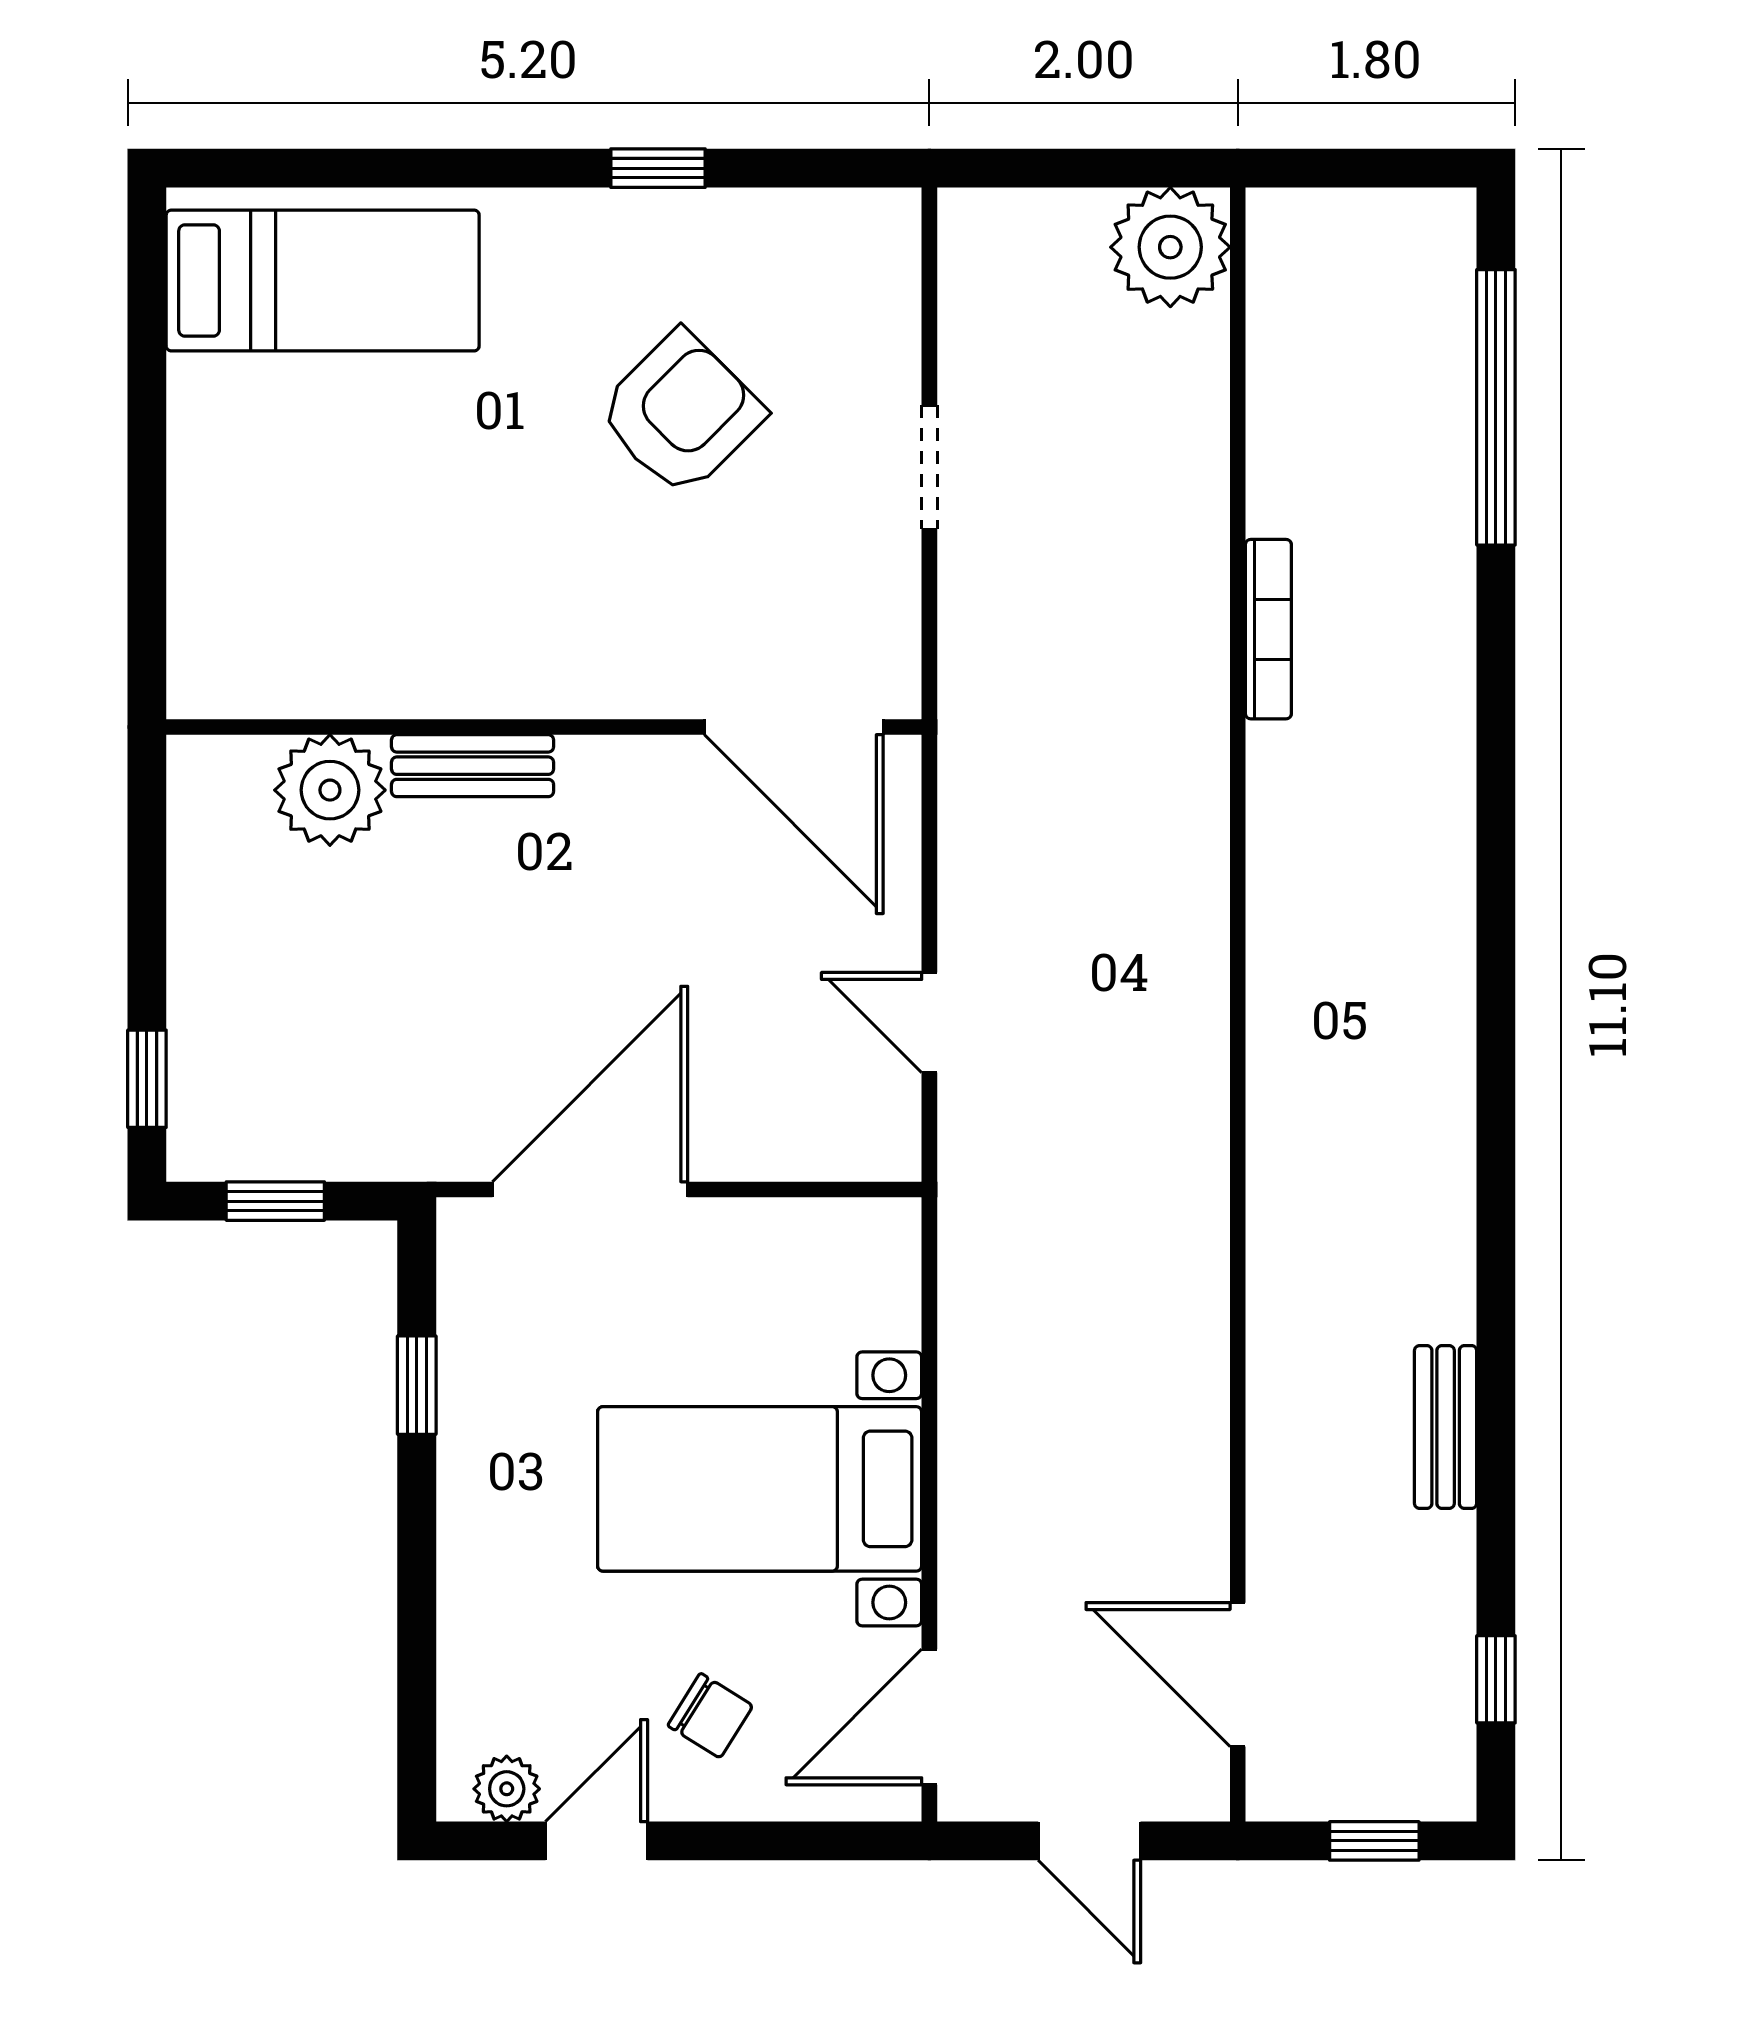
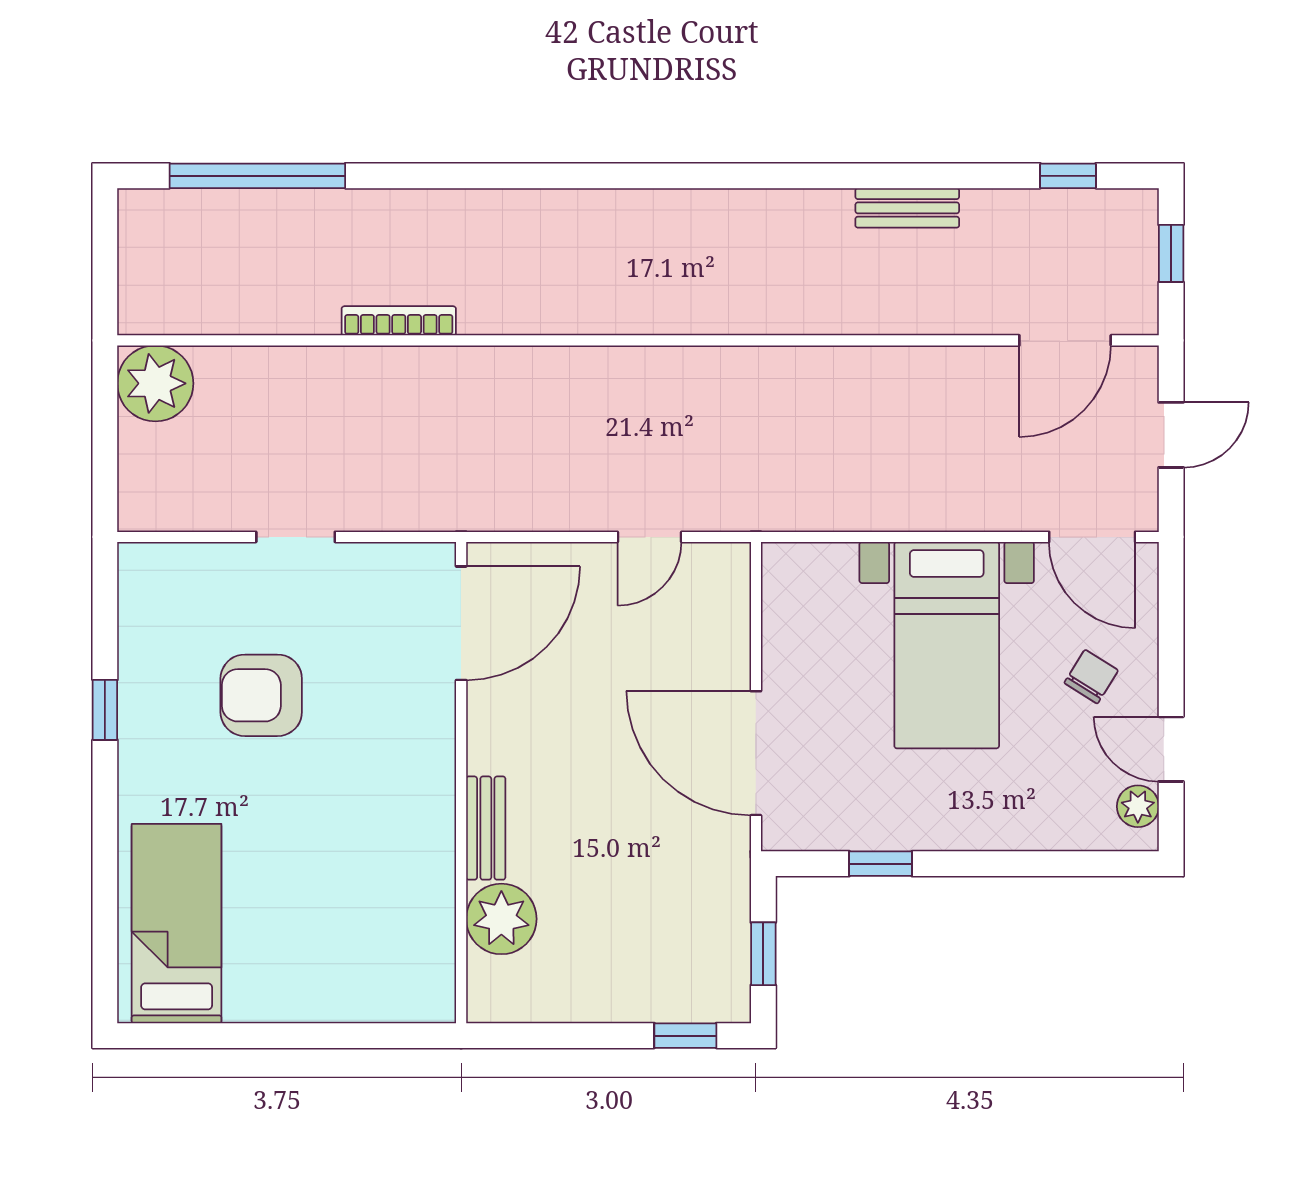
armchair: (681, 413) -> (261, 695), turned -45

